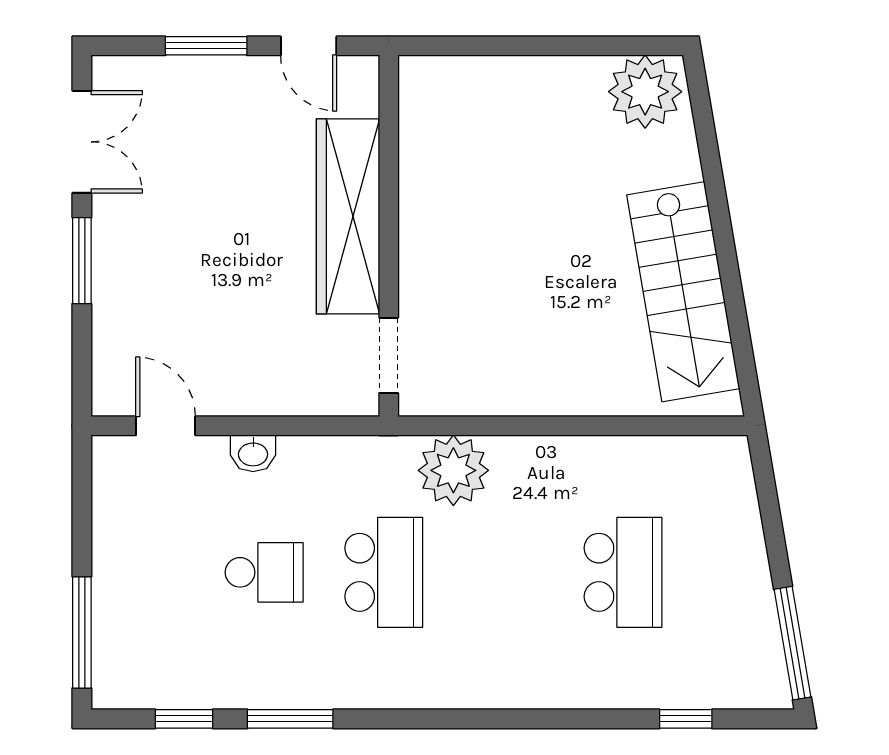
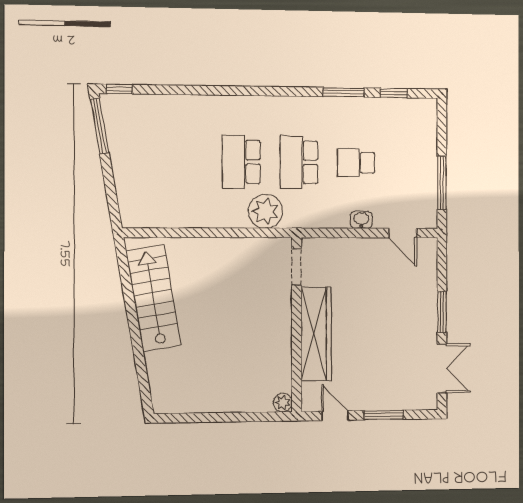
plant: (645, 92) -> (283, 403), moved, width x0.53, depth x0.53
double door: (82, 142) -> (442, 368), swing flipped
school desk: (623, 572) -> (241, 162), moved
window: (82, 632) -> (442, 183), moved
window: (686, 719) -> (119, 89), moved

